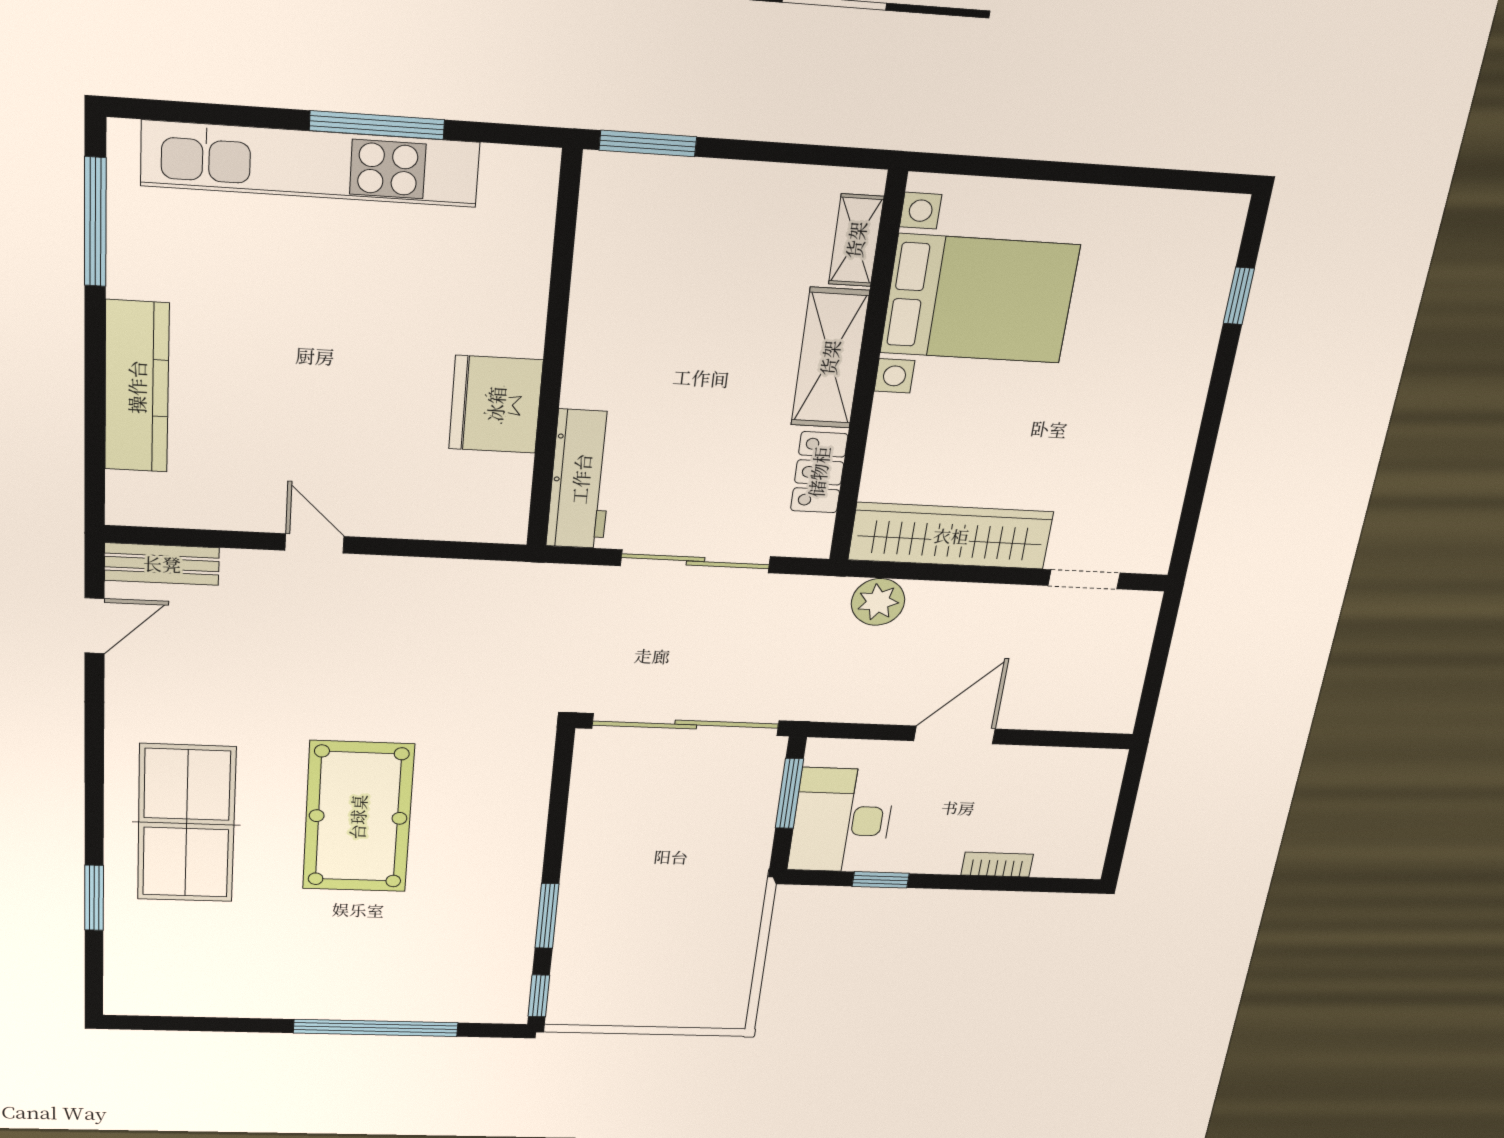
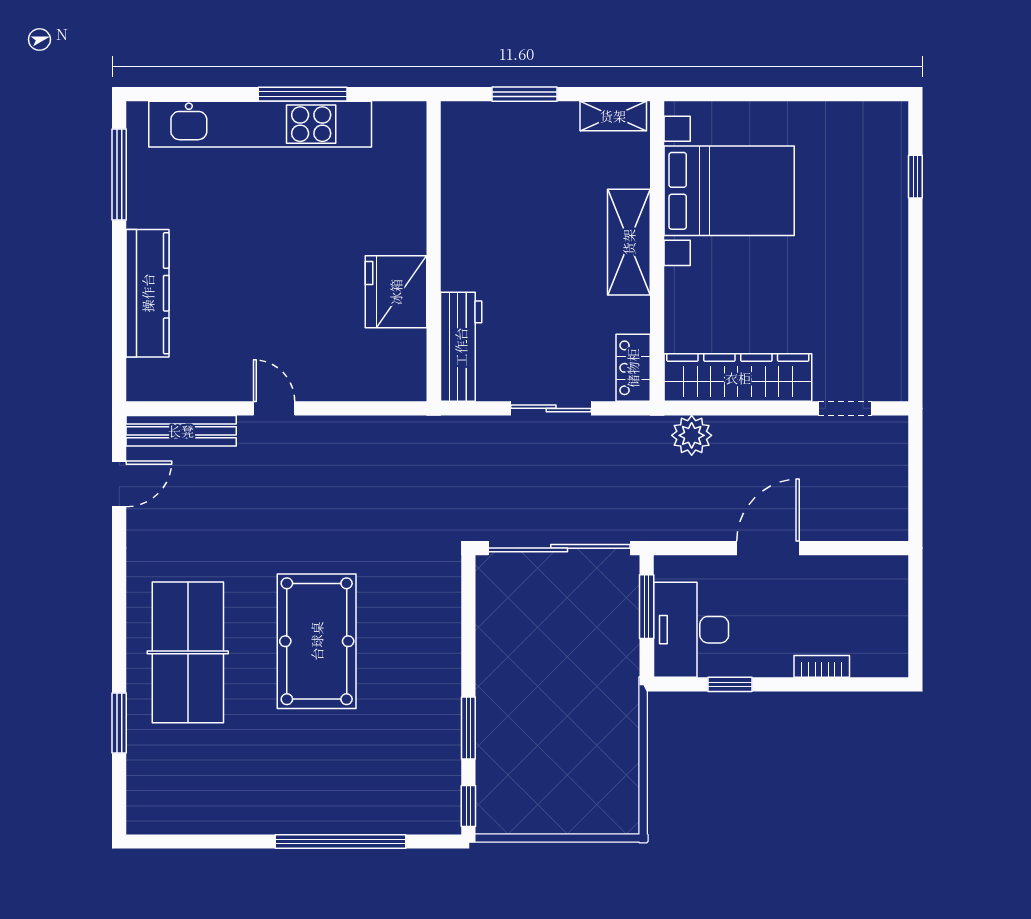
window: (648, 144) -> (524, 94), moved
shelving: (856, 240) -> (613, 116), moved, turned 90
locker: (819, 472) -> (633, 368), moved
sliding door: (695, 561) -> (551, 408), width x0.73
bench: (162, 564) -> (181, 431), width x1.36

